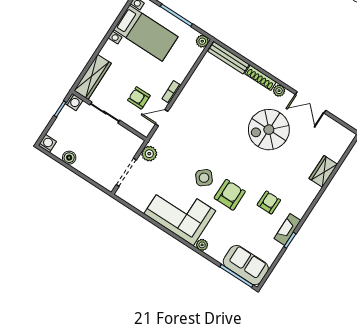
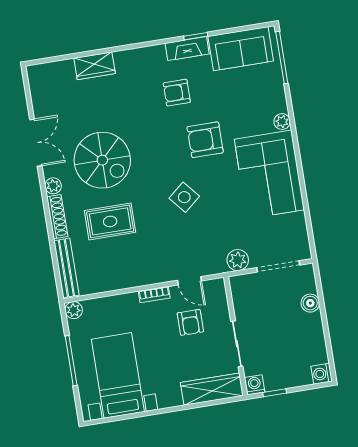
rug: (232, 104) -> (110, 221), added
boiler: (69, 158) -> (310, 303), moved
side table: (204, 178) -> (184, 197), moved
sofa: (246, 265) -> (241, 49), moved, turned -90

